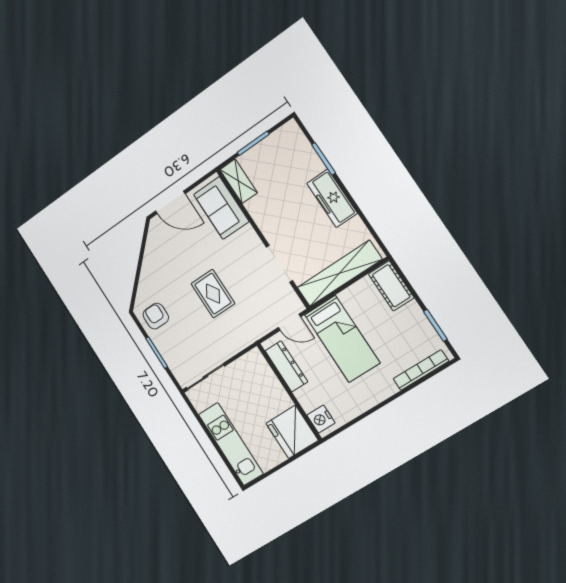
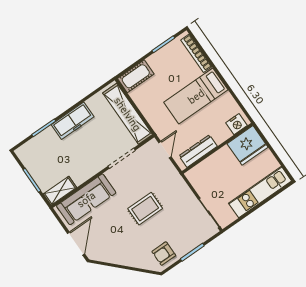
sofa: (221, 208) -> (86, 199), width x1.36
bed: (342, 339) -> (196, 96), moved, turned 180

